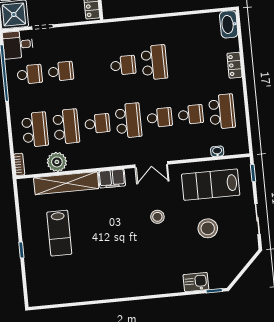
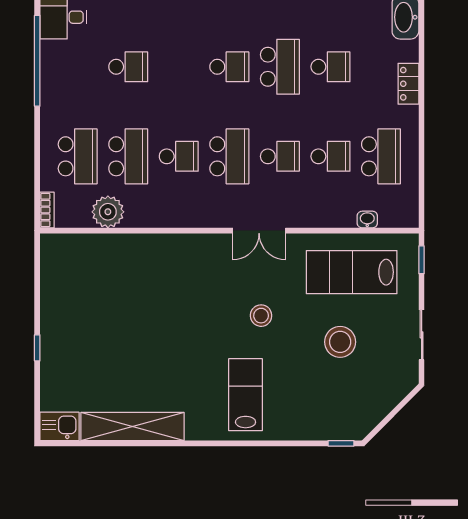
school desk: (30, 74) -> (330, 67), moved
filing cabinet: (112, 179) -> (194, 247), removed
shelving: (66, 183) -> (132, 426), moved
lab bench: (59, 233) -> (246, 395), moved, turned 180
kitchen sink: (196, 282) -> (59, 426), moved

